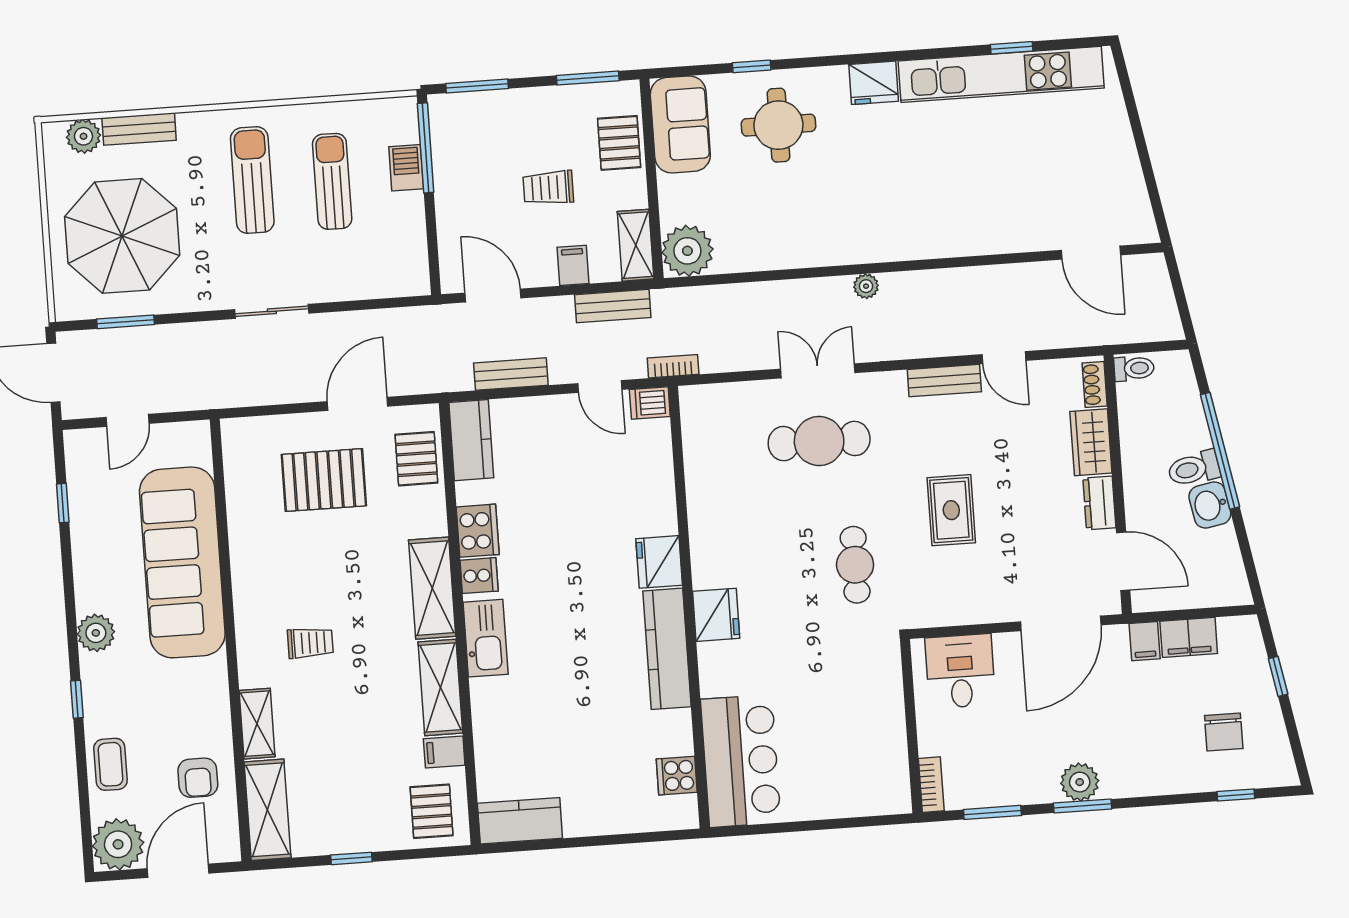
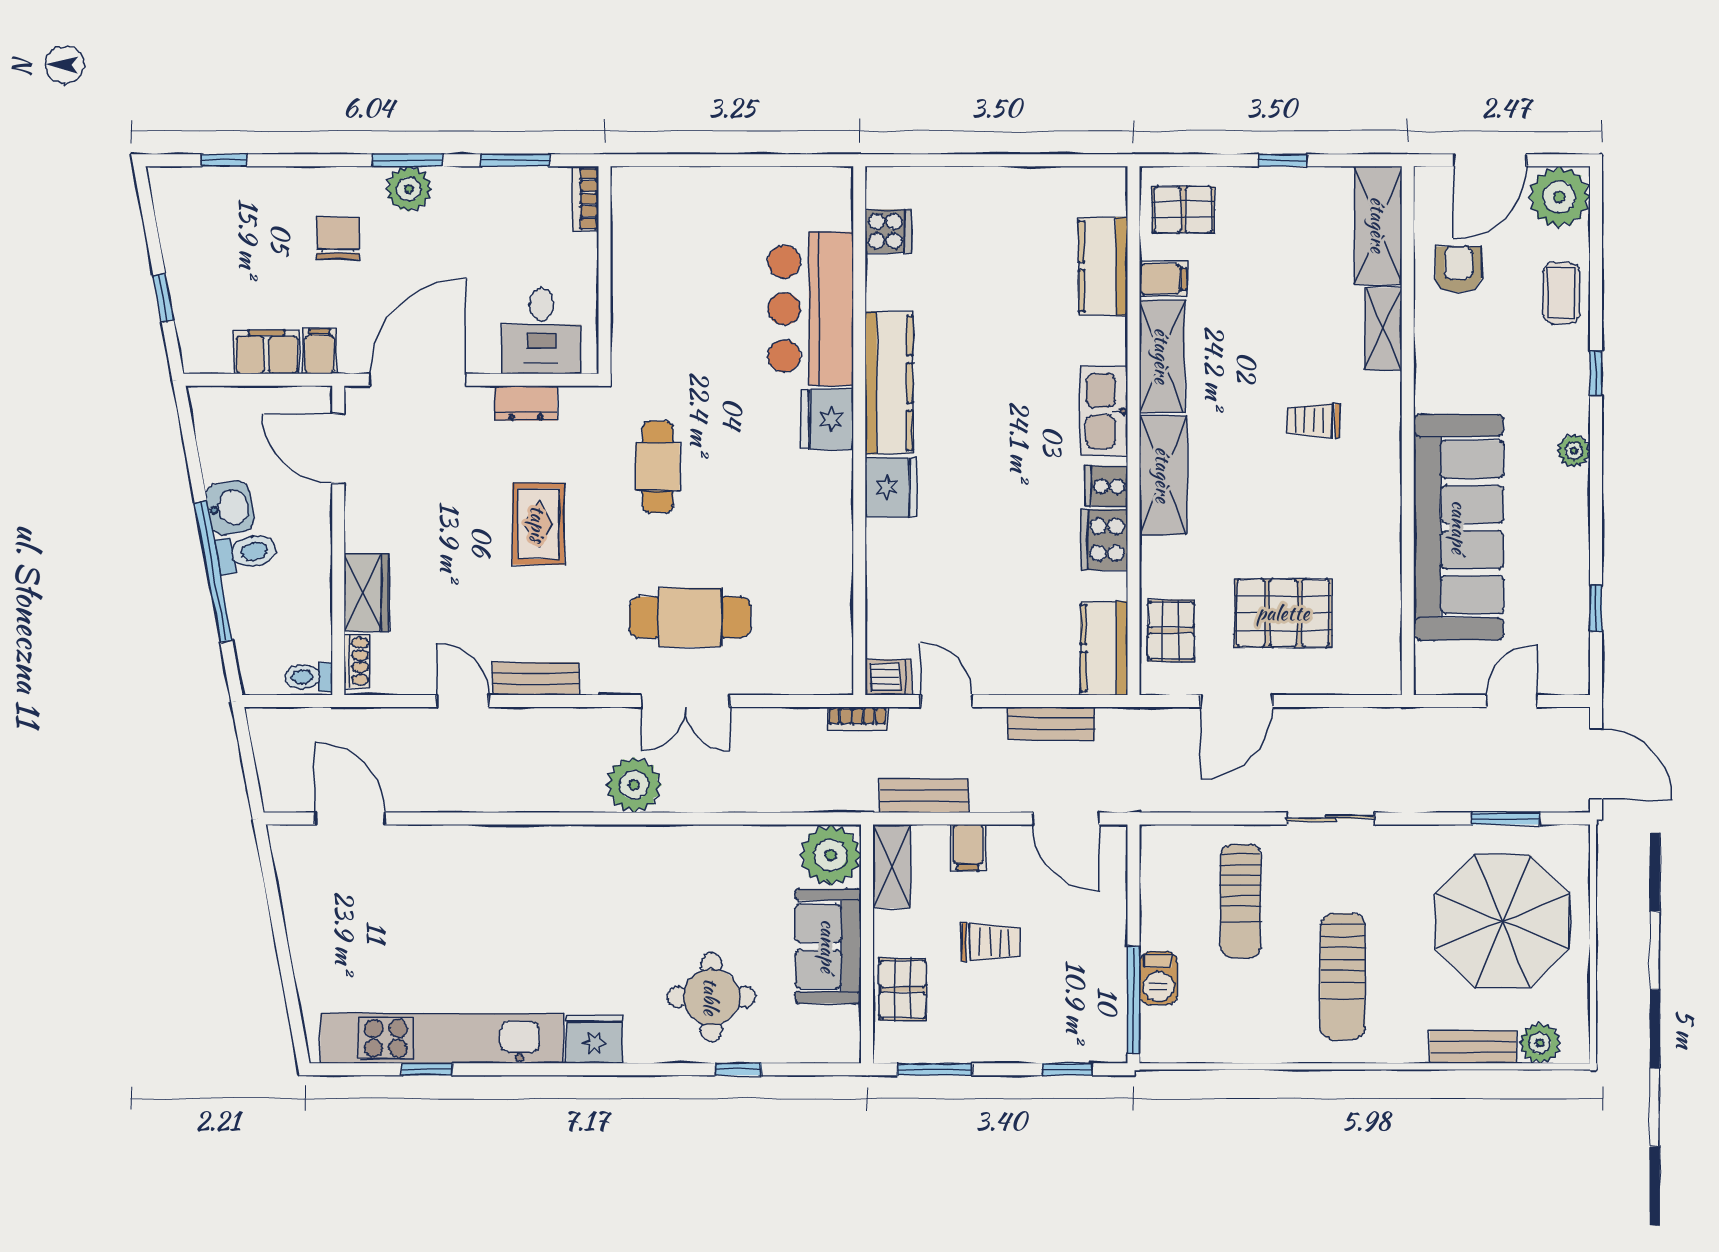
window: (477, 86) -> (1067, 1069), width x0.67
sofa: (680, 124) -> (828, 946), moved
sun lounger: (332, 181) -> (1241, 901), moved
plant: (866, 286) -> (634, 785), width x1.88, depth x1.88
dresser: (1099, 503) -> (526, 403), moved, turned 90
plant: (96, 633) -> (1574, 451), width x0.73, depth x0.73
chair: (1224, 732) -> (338, 238), moved
bar counter: (741, 761) -> (811, 309), moved
pallet: (432, 811) -> (1183, 210), turned 90
kitchen counter: (520, 821) -> (1103, 266), moved, turned 90

